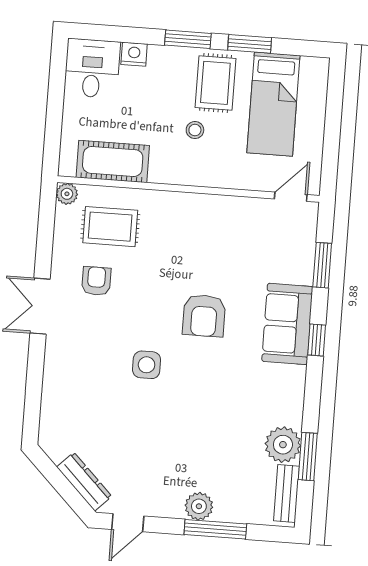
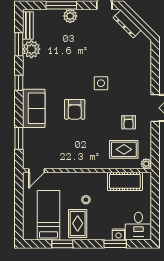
window: (188, 39) -> (115, 244), moved
armchair: (204, 316) -> (75, 109), turned 180
window: (317, 340) -> (19, 83), moved

